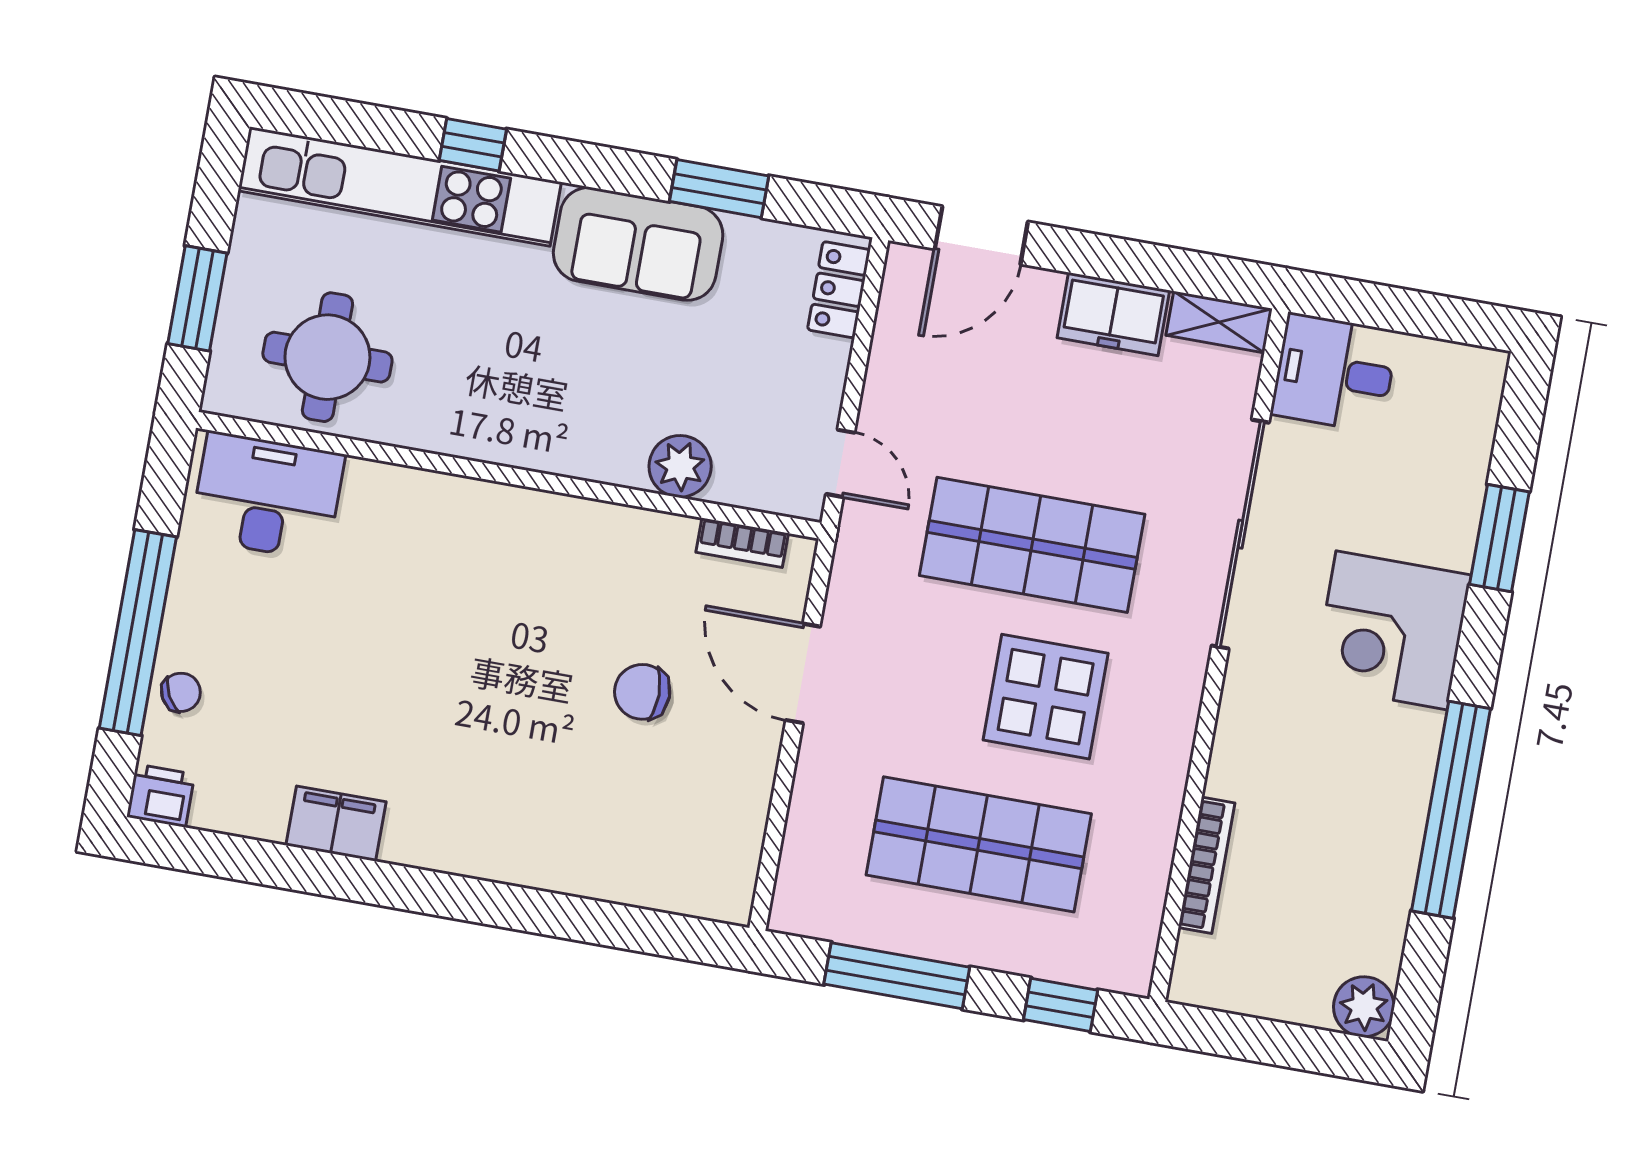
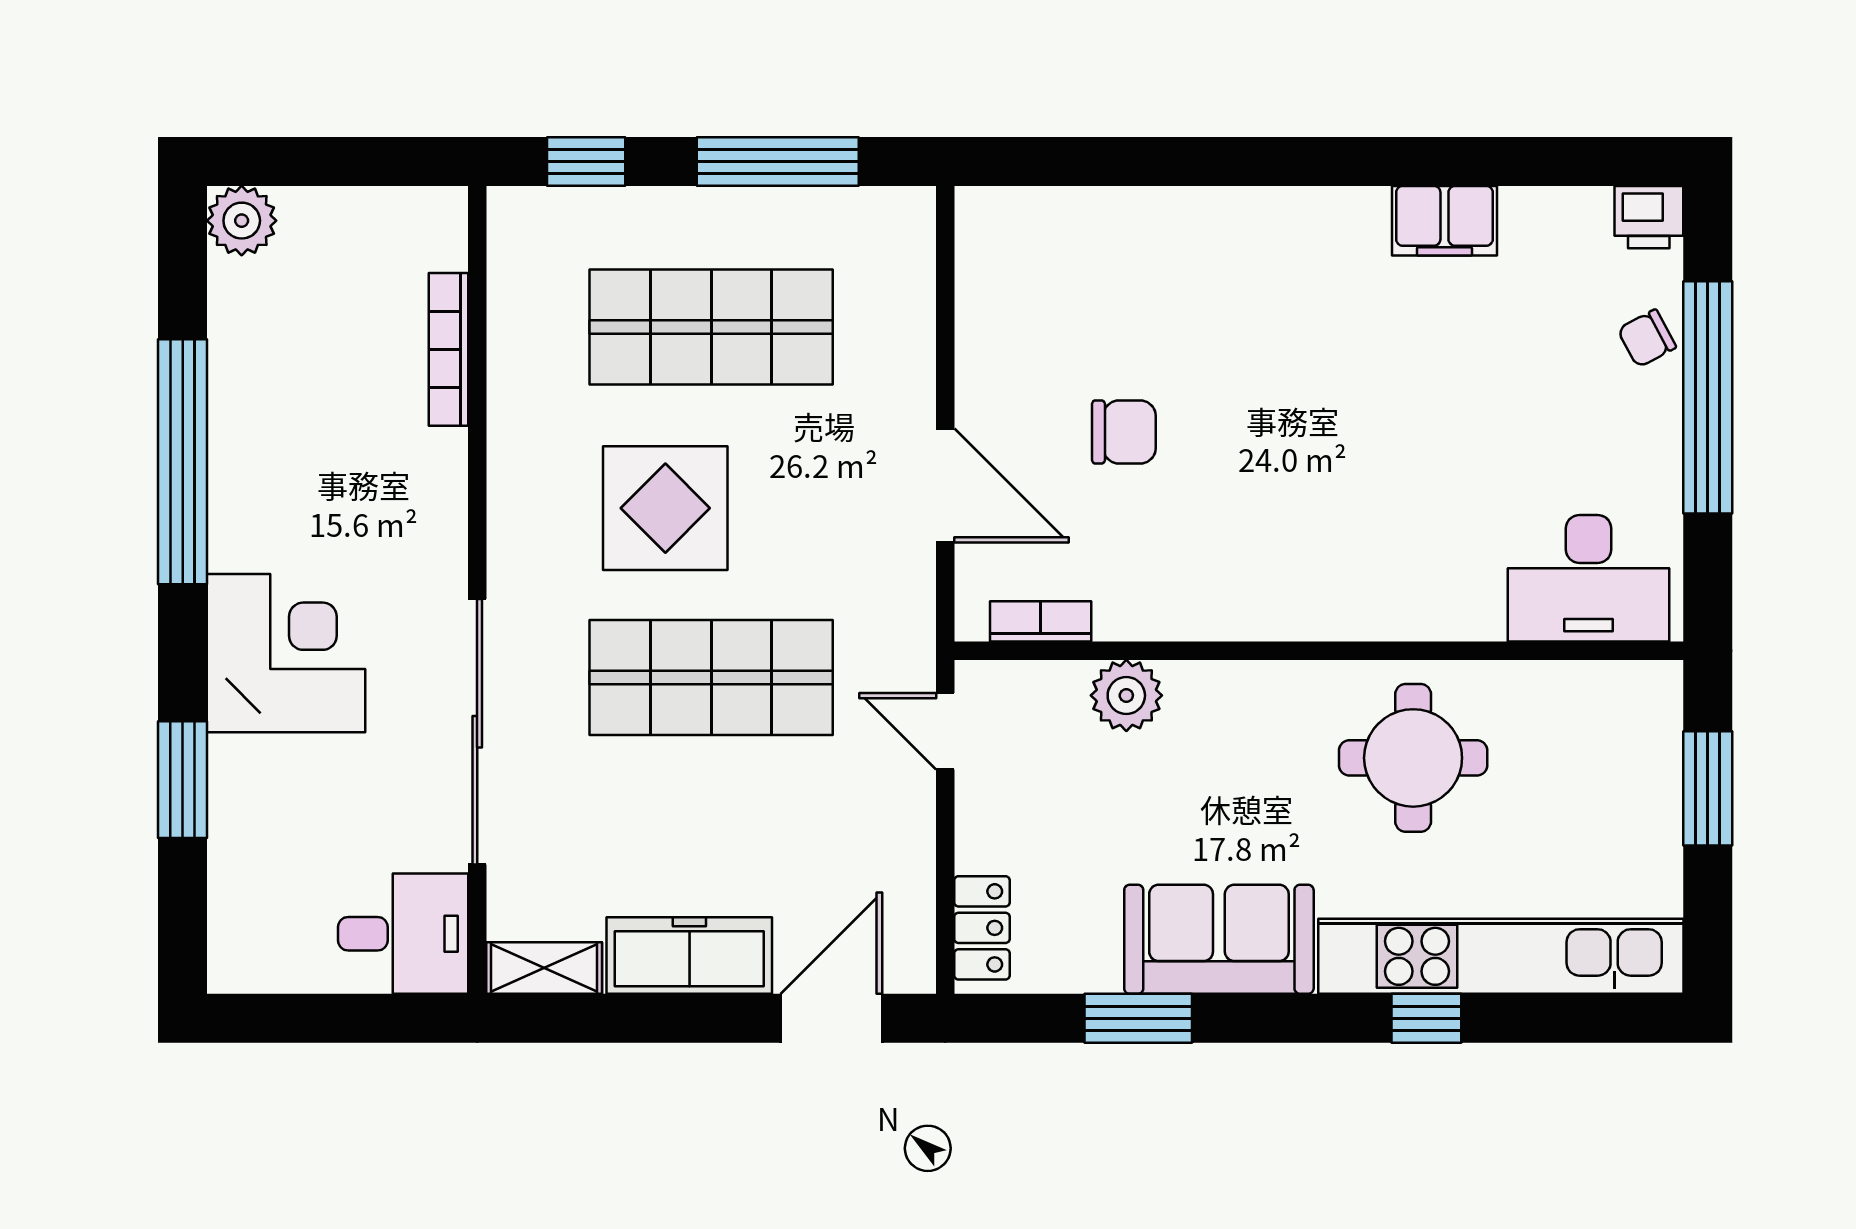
freezer: (1113, 314) -> (689, 956), width x1.40
round table: (327, 357) -> (1413, 758), moved

